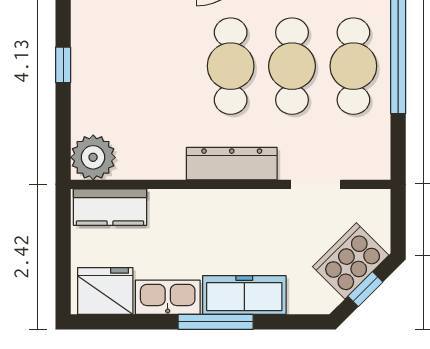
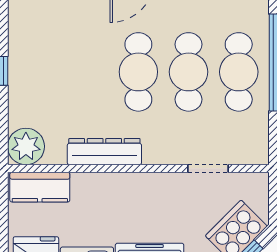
dresser: (232, 164) -> (104, 152), moved

